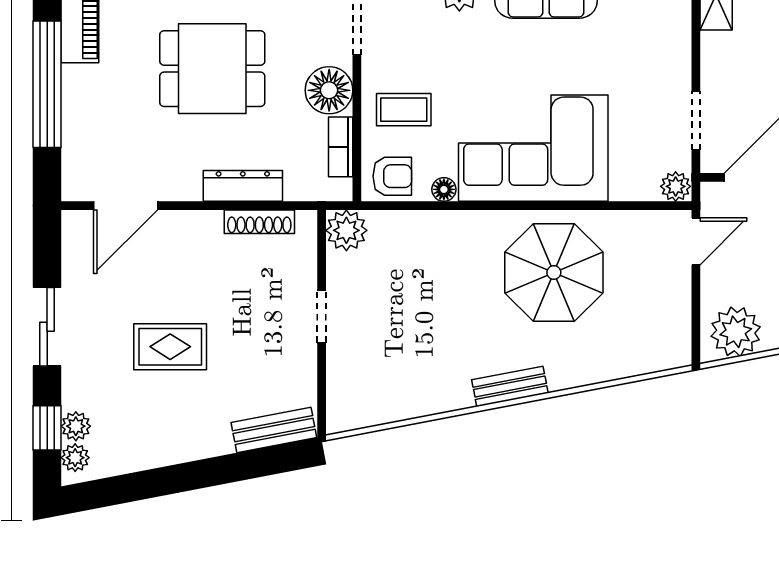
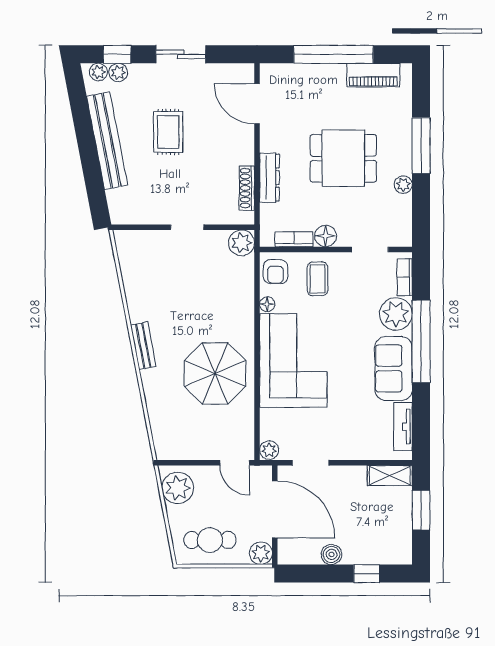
dining table: (212, 69) -> (343, 158), turned 90
floor lamp: (329, 90) -> (326, 236), width x0.73, depth x0.73
bench: (274, 430) -> (107, 141), moved, width x1.86, depth x1.21

